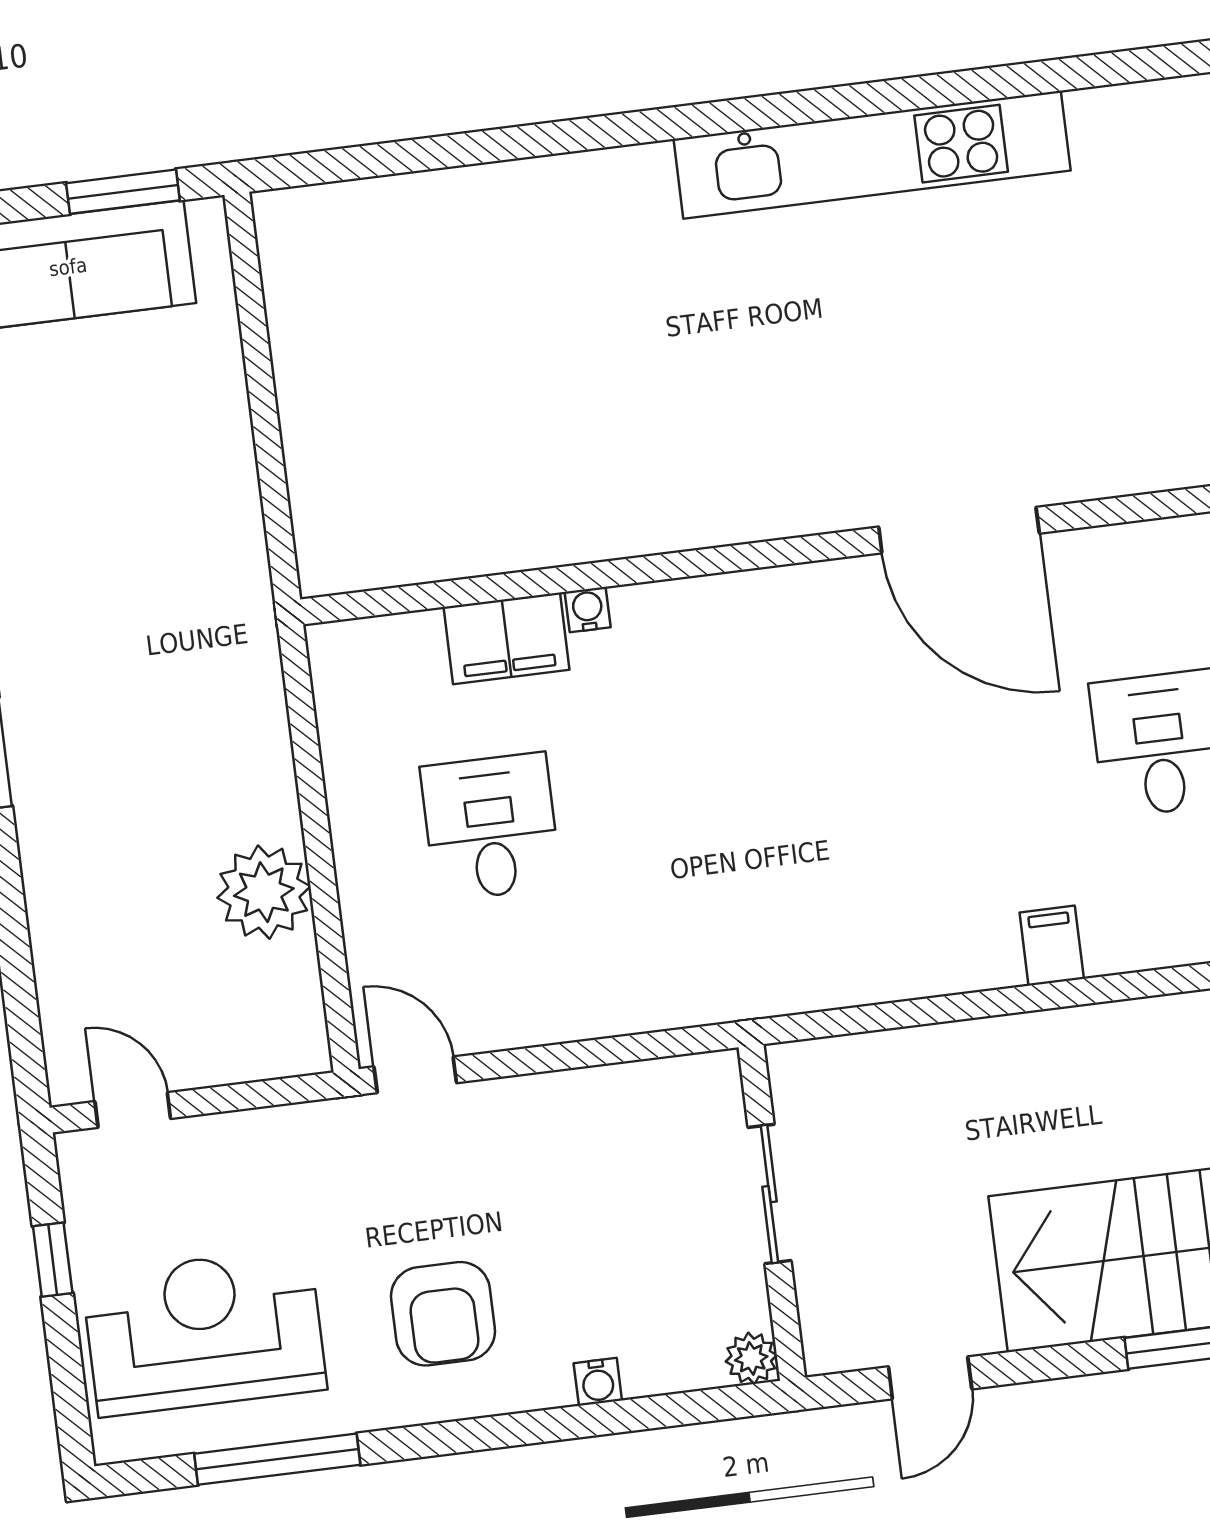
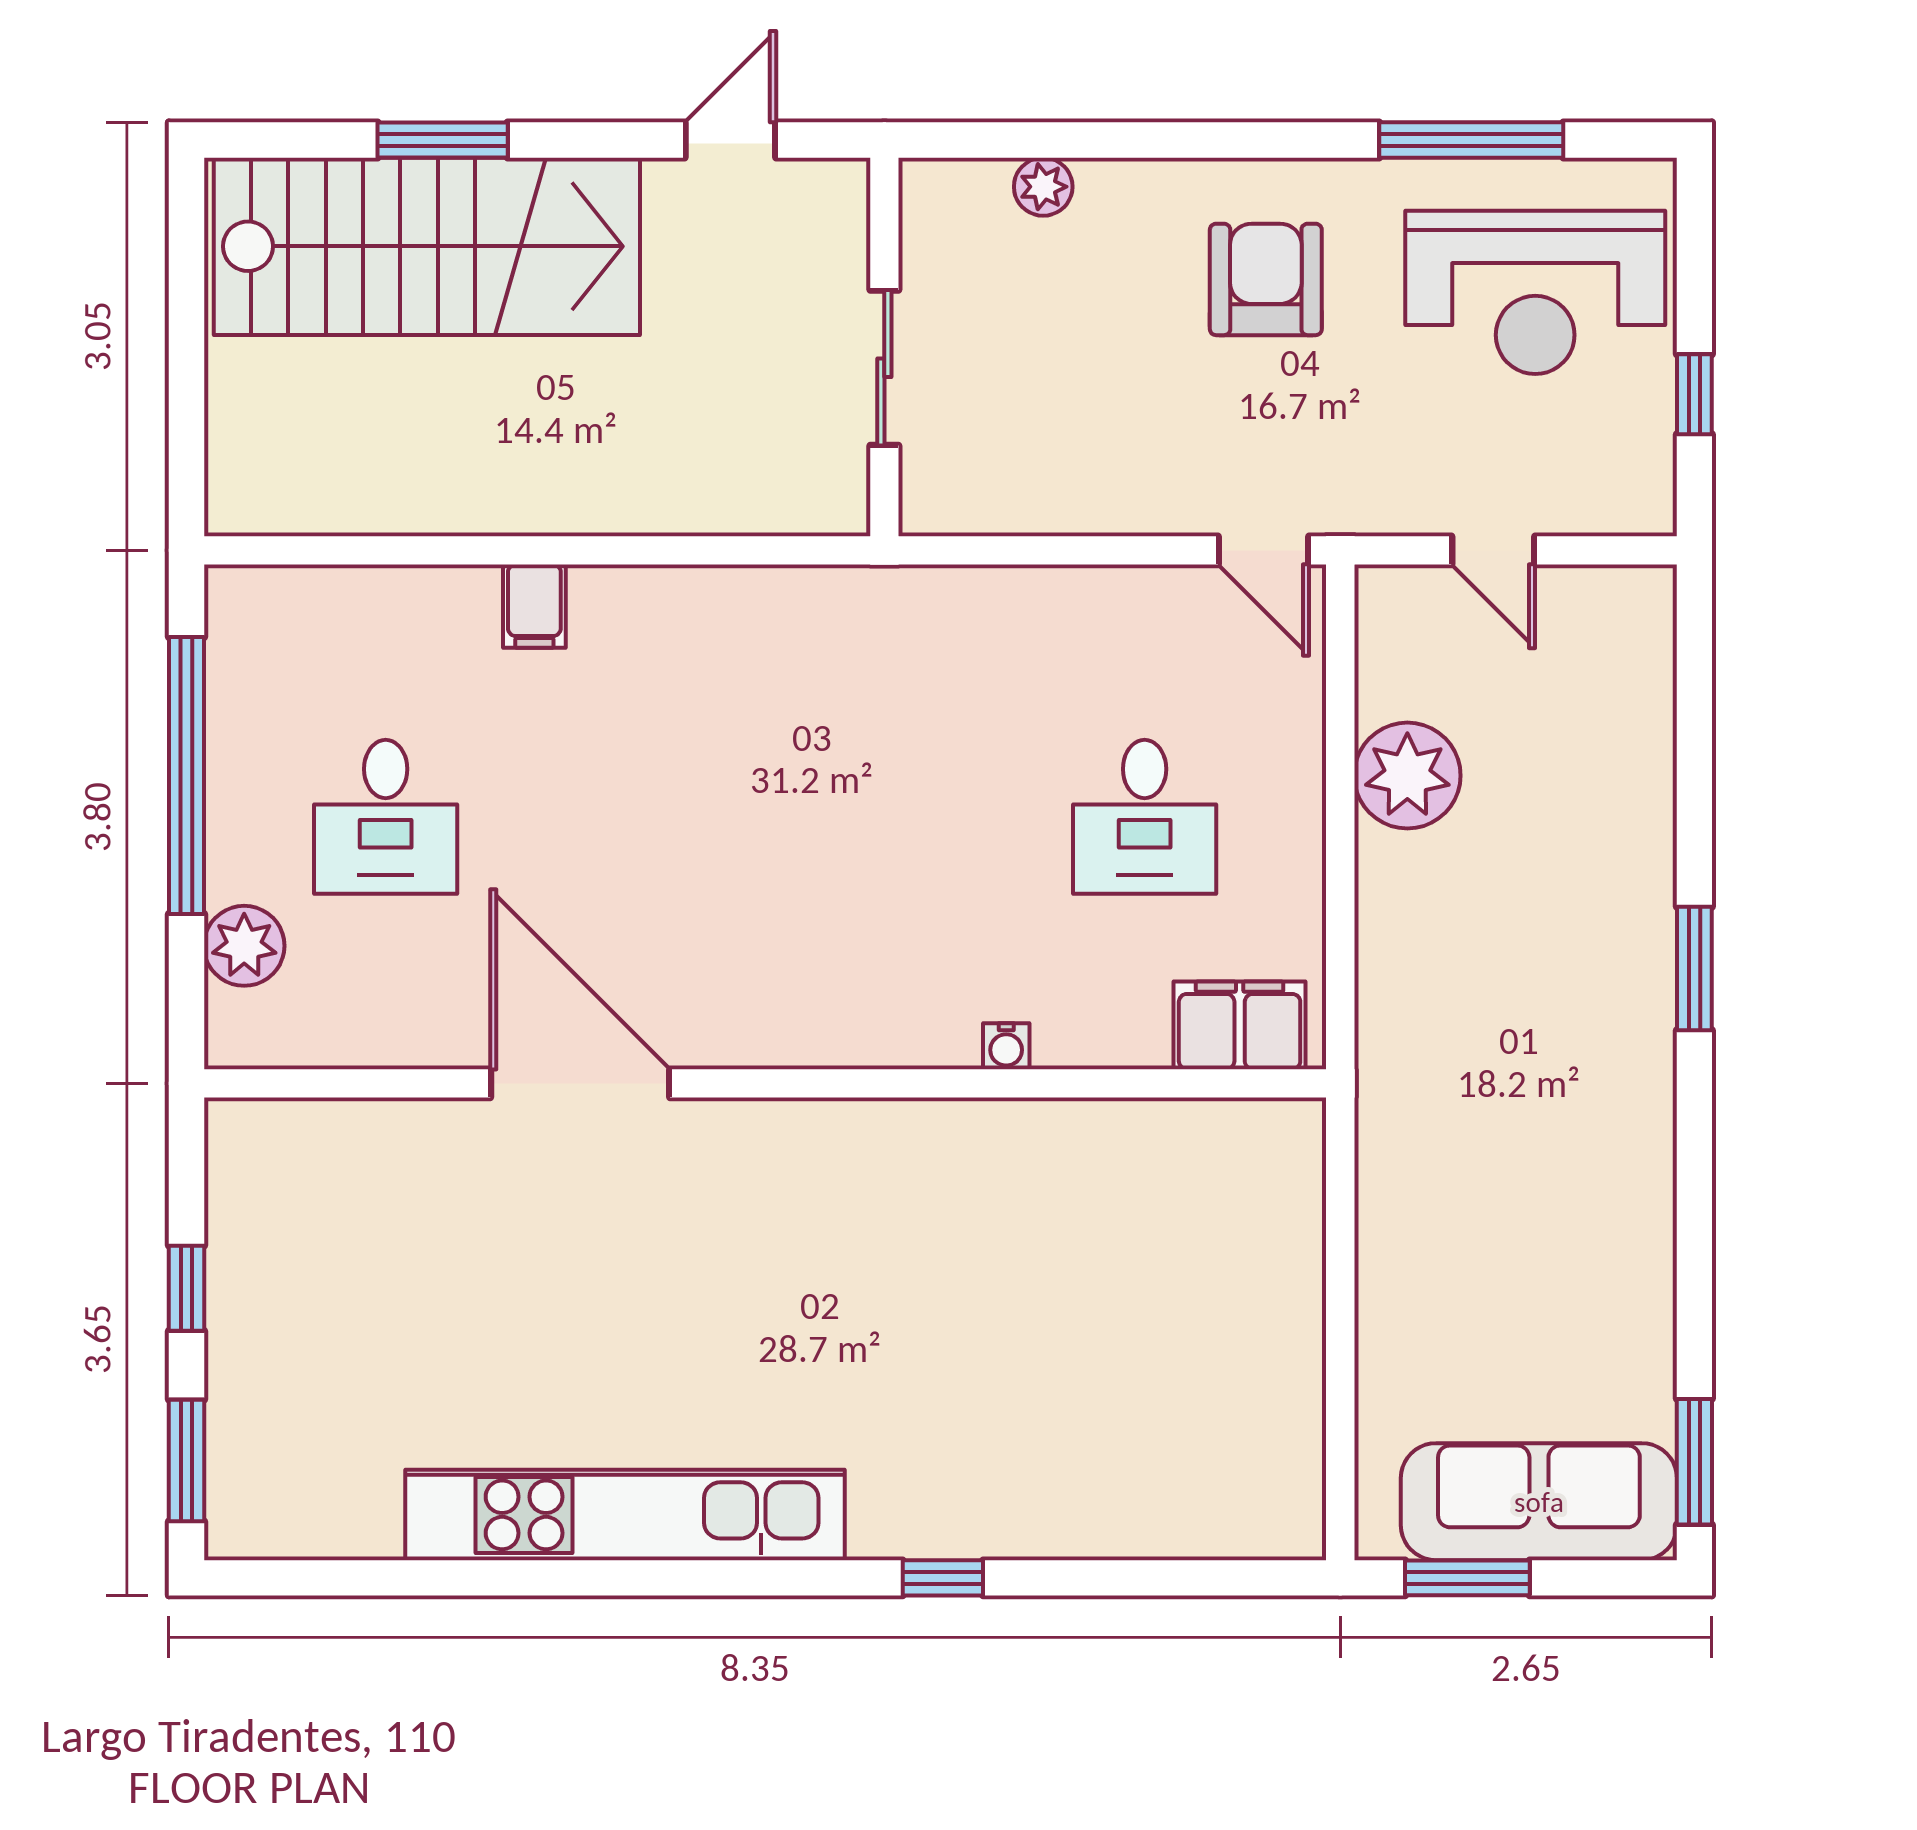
window: (585, 134) -> (943, 1578), added
filing cabinet: (506, 638) -> (1240, 1025), moved
door: (133, 1110) -> (1493, 550), moved
plant: (751, 1358) -> (1043, 187), moved
water cooler: (598, 1382) -> (1102, 182), removed

